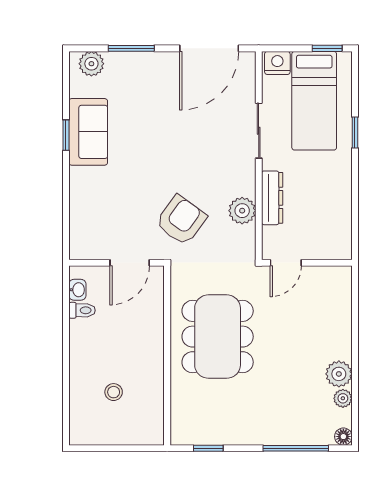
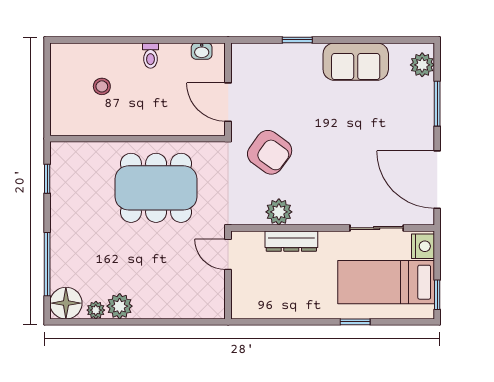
sliding door: (259, 131) -> (377, 228), moved
window: (66, 135) -> (297, 40), moved
toilet: (82, 310) -> (151, 56), moved
floor lamp: (343, 437) -> (66, 303), width x1.89, depth x1.89

